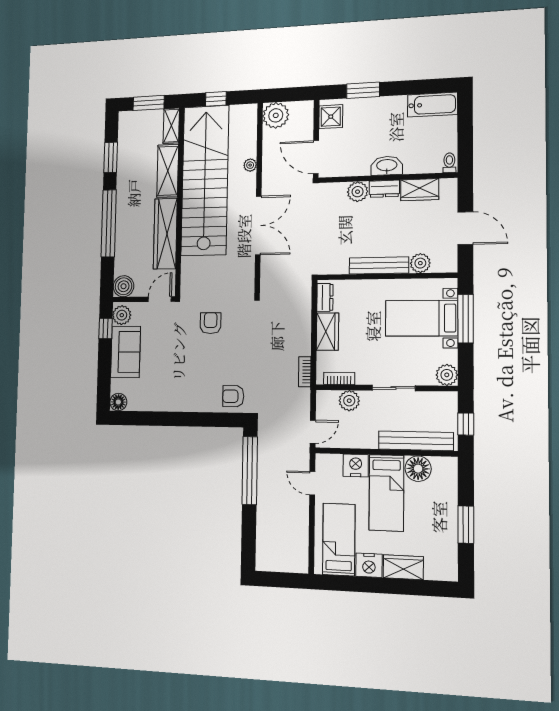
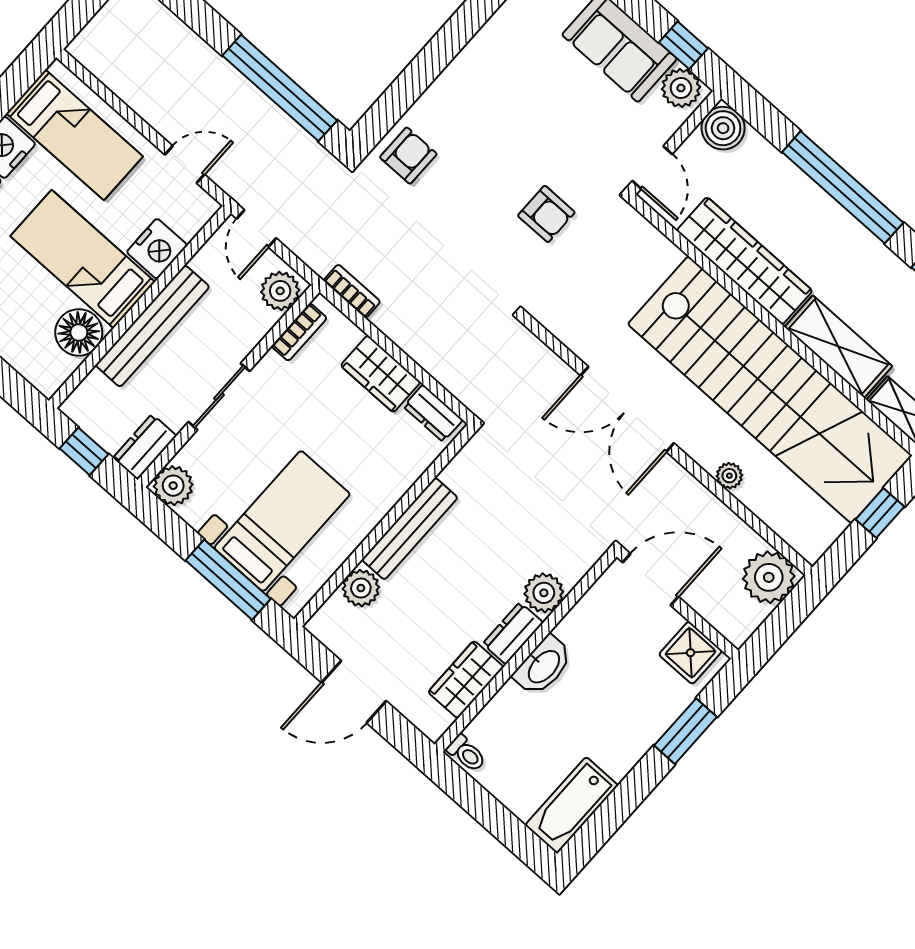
dresser: (441, 400) -> (145, 447), added
plant: (349, 401) -> (280, 291), moved
bench: (416, 441) -> (152, 326), moved

